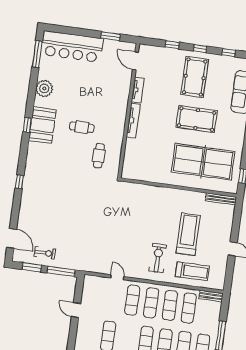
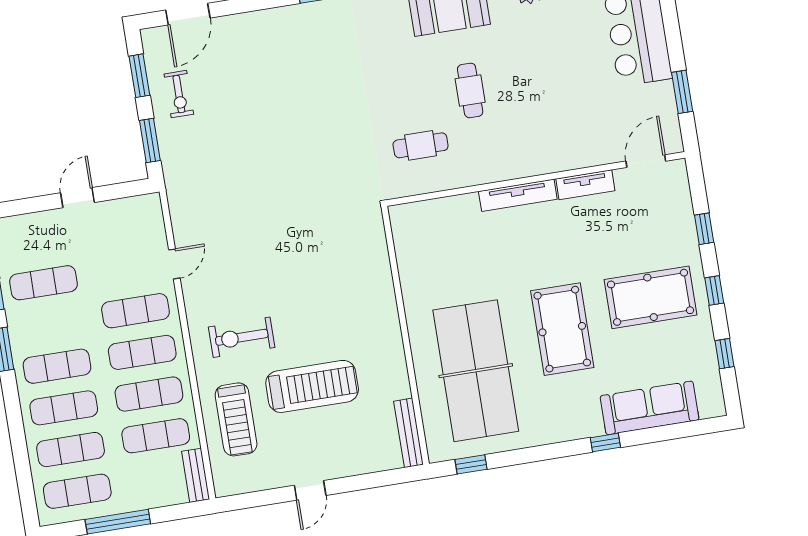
exercise bike: (158, 258) -> (242, 337), turned 180
window: (61, 271) -> (150, 141), width x0.69

